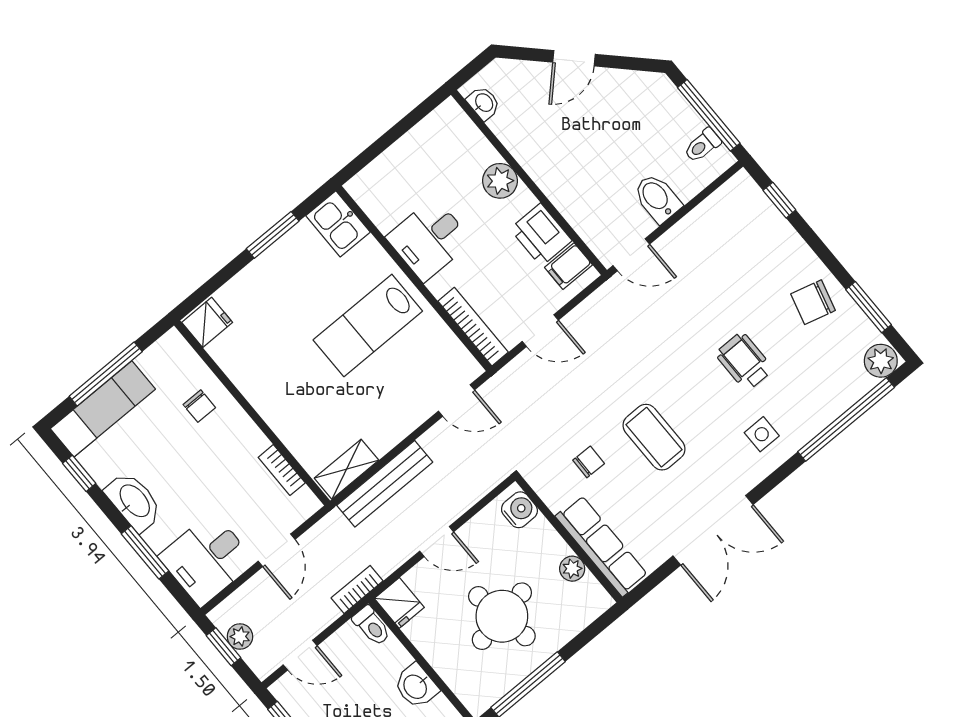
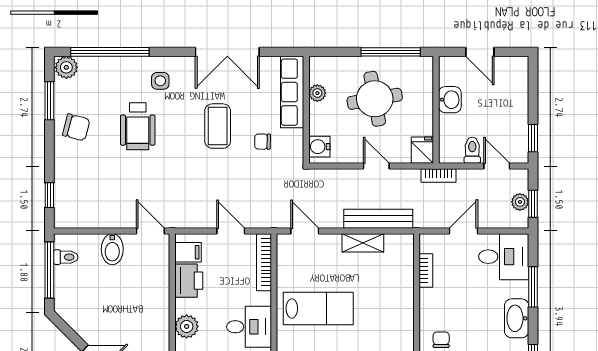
wheelchair: (744, 361) -> (138, 126), width x1.36, depth x1.37
shelving: (346, 469) -> (363, 243), moved
double door: (713, 530) -> (227, 52), swing flipped
toilet: (372, 626) -> (472, 150), moved

